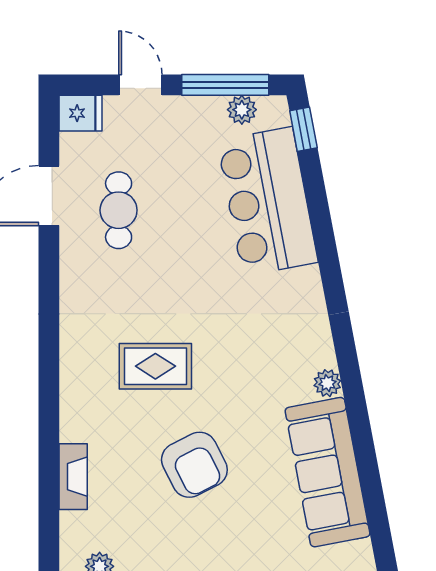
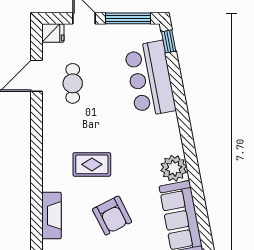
plant: (242, 110) -> (137, 31), removed
plant: (327, 383) -> (174, 168), width x1.87, depth x1.87
fireplace: (73, 477) -> (51, 215), width x1.37, depth x1.32

